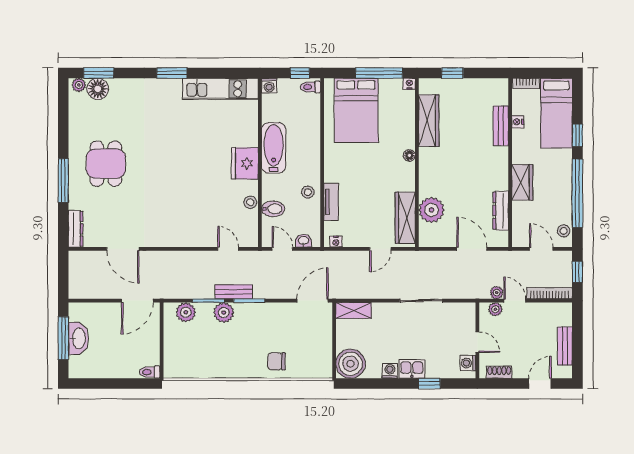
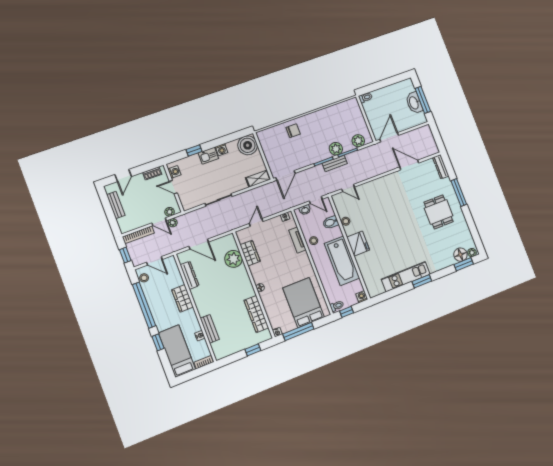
kitchen unit: (220, 89) -> (406, 277), moved
bathtub: (274, 148) -> (342, 261), width x1.36, depth x1.36
wardrobe: (405, 218) -> (250, 253), width x0.67

